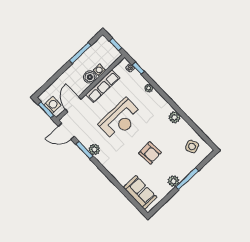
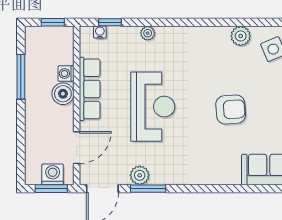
door: (73, 104) -> (77, 148), swing flipped
plant: (174, 117) -> (241, 36), moved
plant: (94, 149) -> (140, 175), moved

